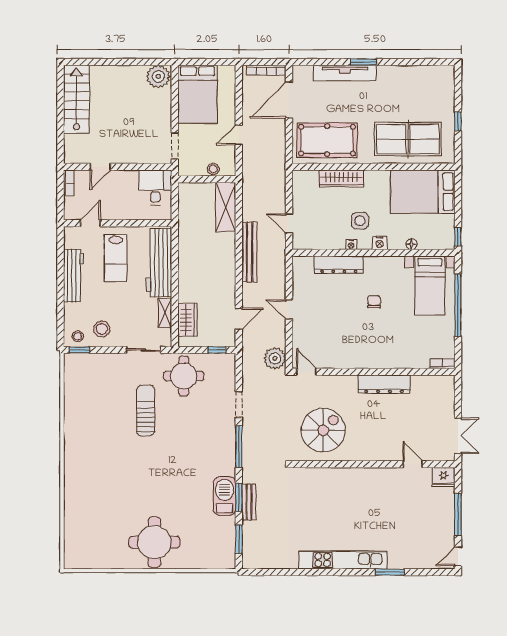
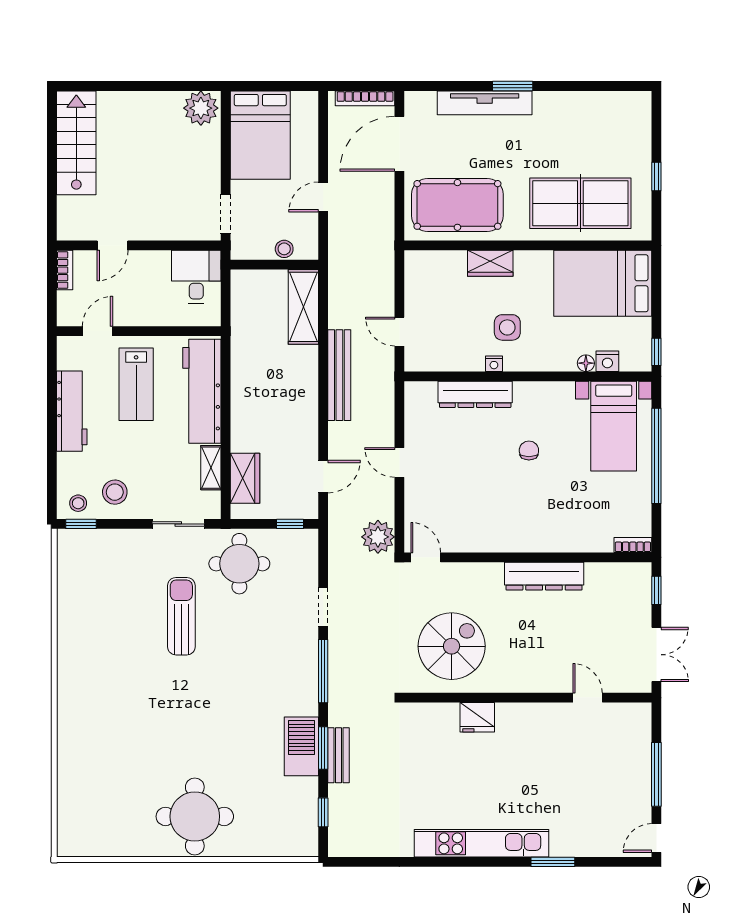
wardrobe: (341, 179) -> (490, 263), width x0.67
nightstand: (380, 243) -> (607, 361), moved
window: (458, 394) -> (656, 590), added
fridge: (444, 477) -> (477, 717), moved
window: (239, 540) -> (323, 812), width x0.67

